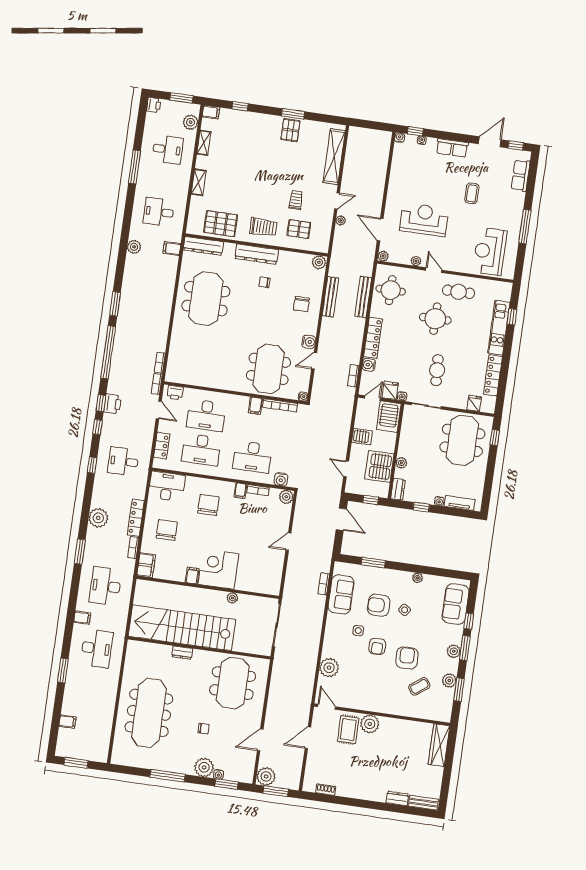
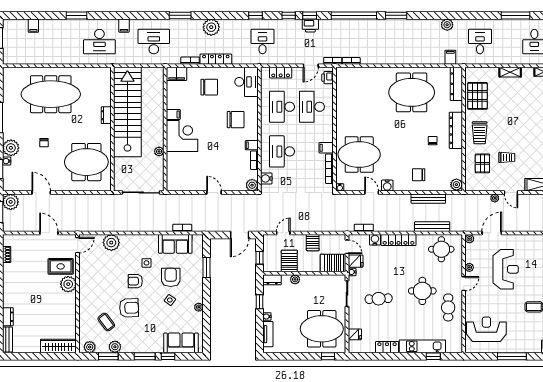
locker: (493, 375) -> (387, 347), width x0.66
server rack: (379, 466) -> (289, 261), width x0.63
plant: (454, 651) -> (90, 347), moved

